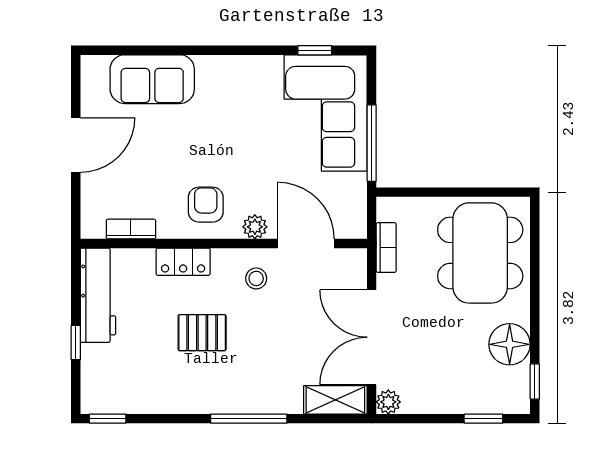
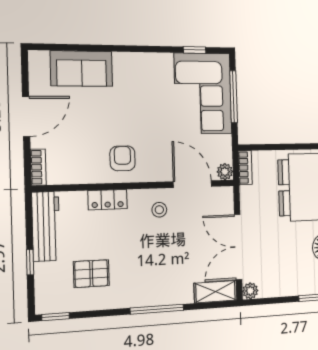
window: (372, 143) -> (234, 97), moved
plant: (255, 227) -> (225, 172), moved
bookcase: (131, 229) -> (38, 167), moved, turned 90
bookcase: (386, 248) -> (245, 168), moved
pallet: (202, 333) -> (91, 274), moved

